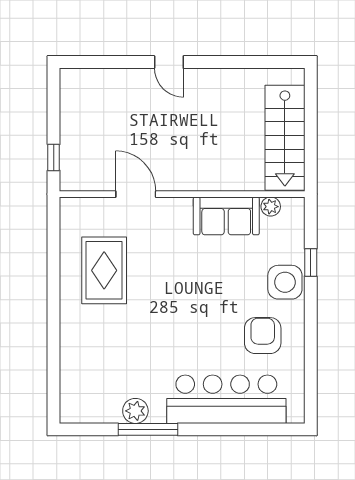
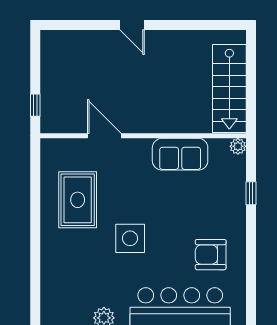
plant: (271, 207) -> (238, 146), moved
side table: (285, 282) -> (130, 238), moved
armchair: (263, 336) -> (211, 255), turned -90

